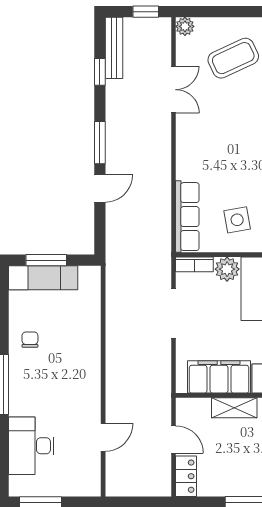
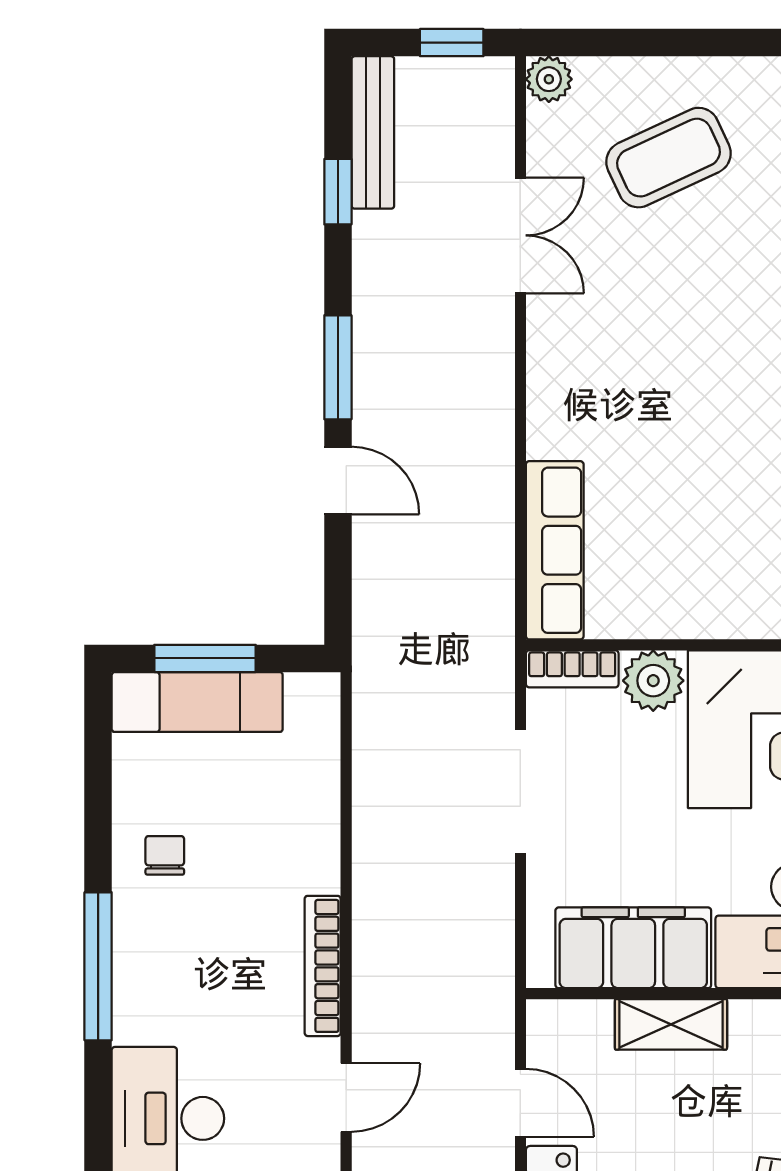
door: (100, 188) -> (338, 481), hinge flipped
side table: (237, 220) -> (678, 558), removed
bookcase: (94, 384) -> (323, 966), added

